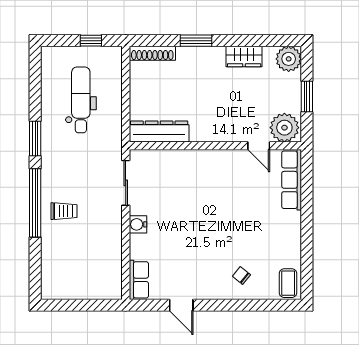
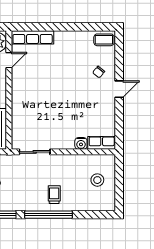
water cooler: (138, 224) -> (81, 143), moved
stool: (85, 274) -> (97, 180), added
door: (181, 305) -> (119, 89), moved

